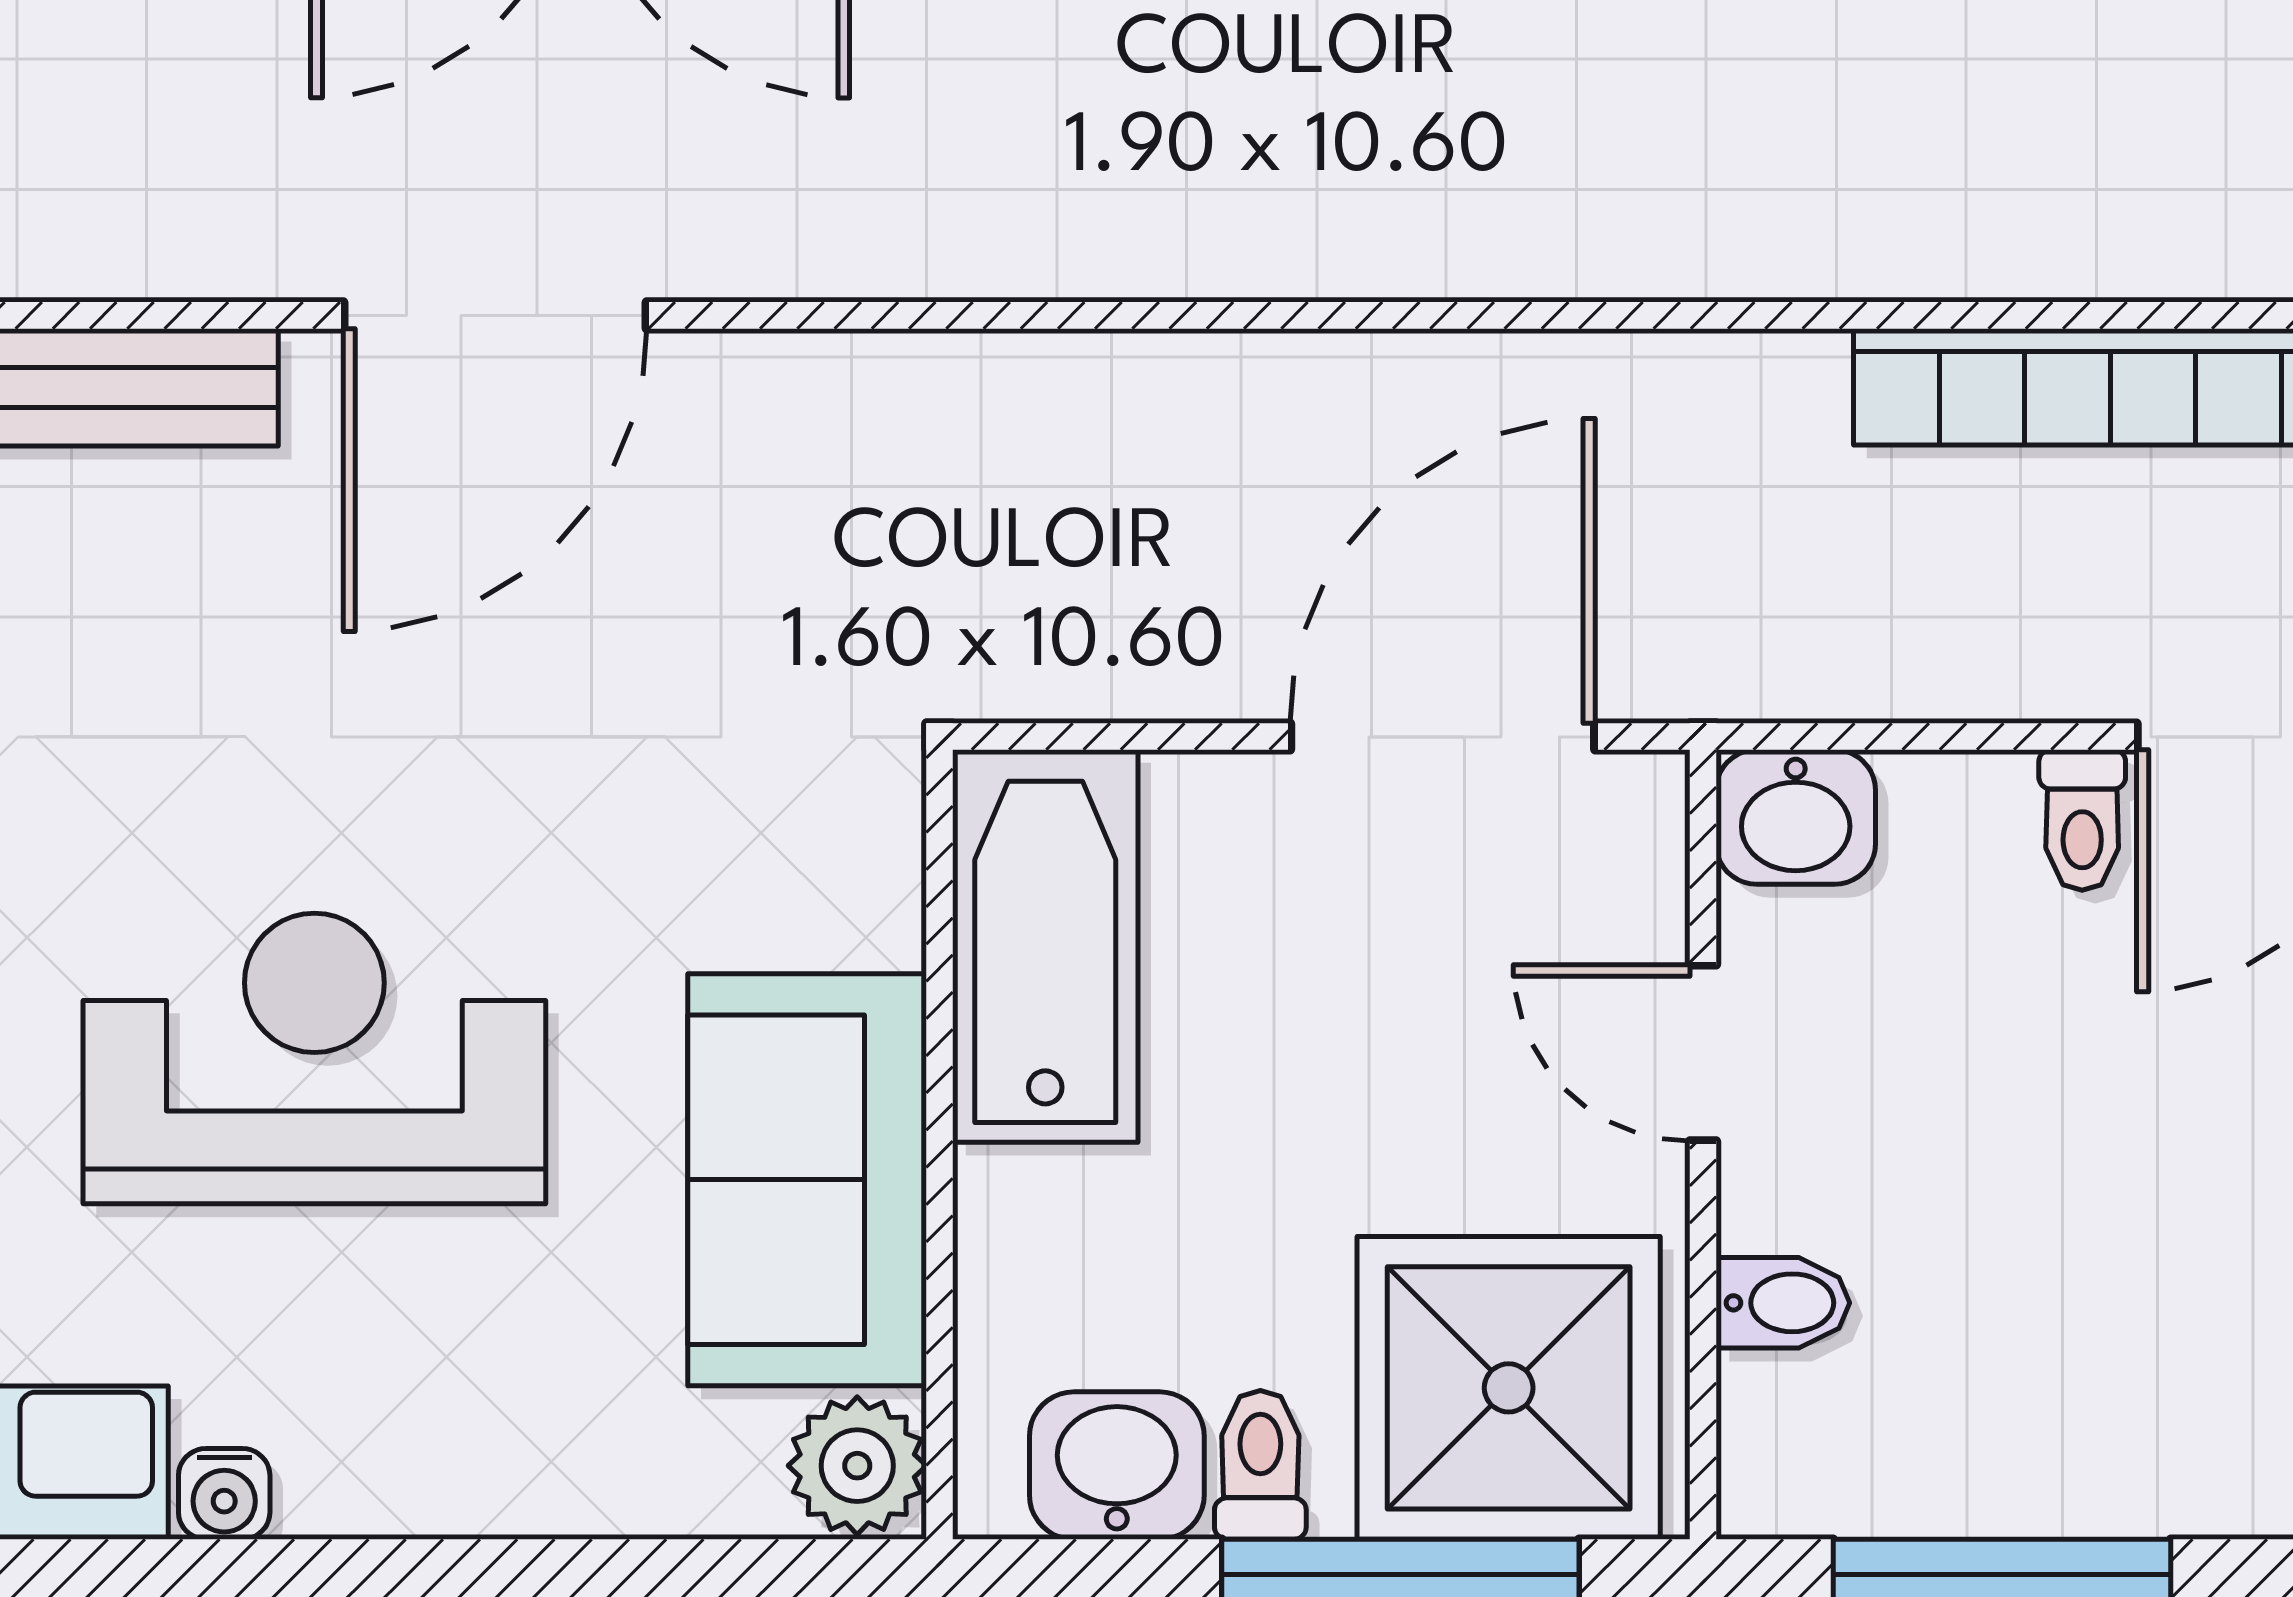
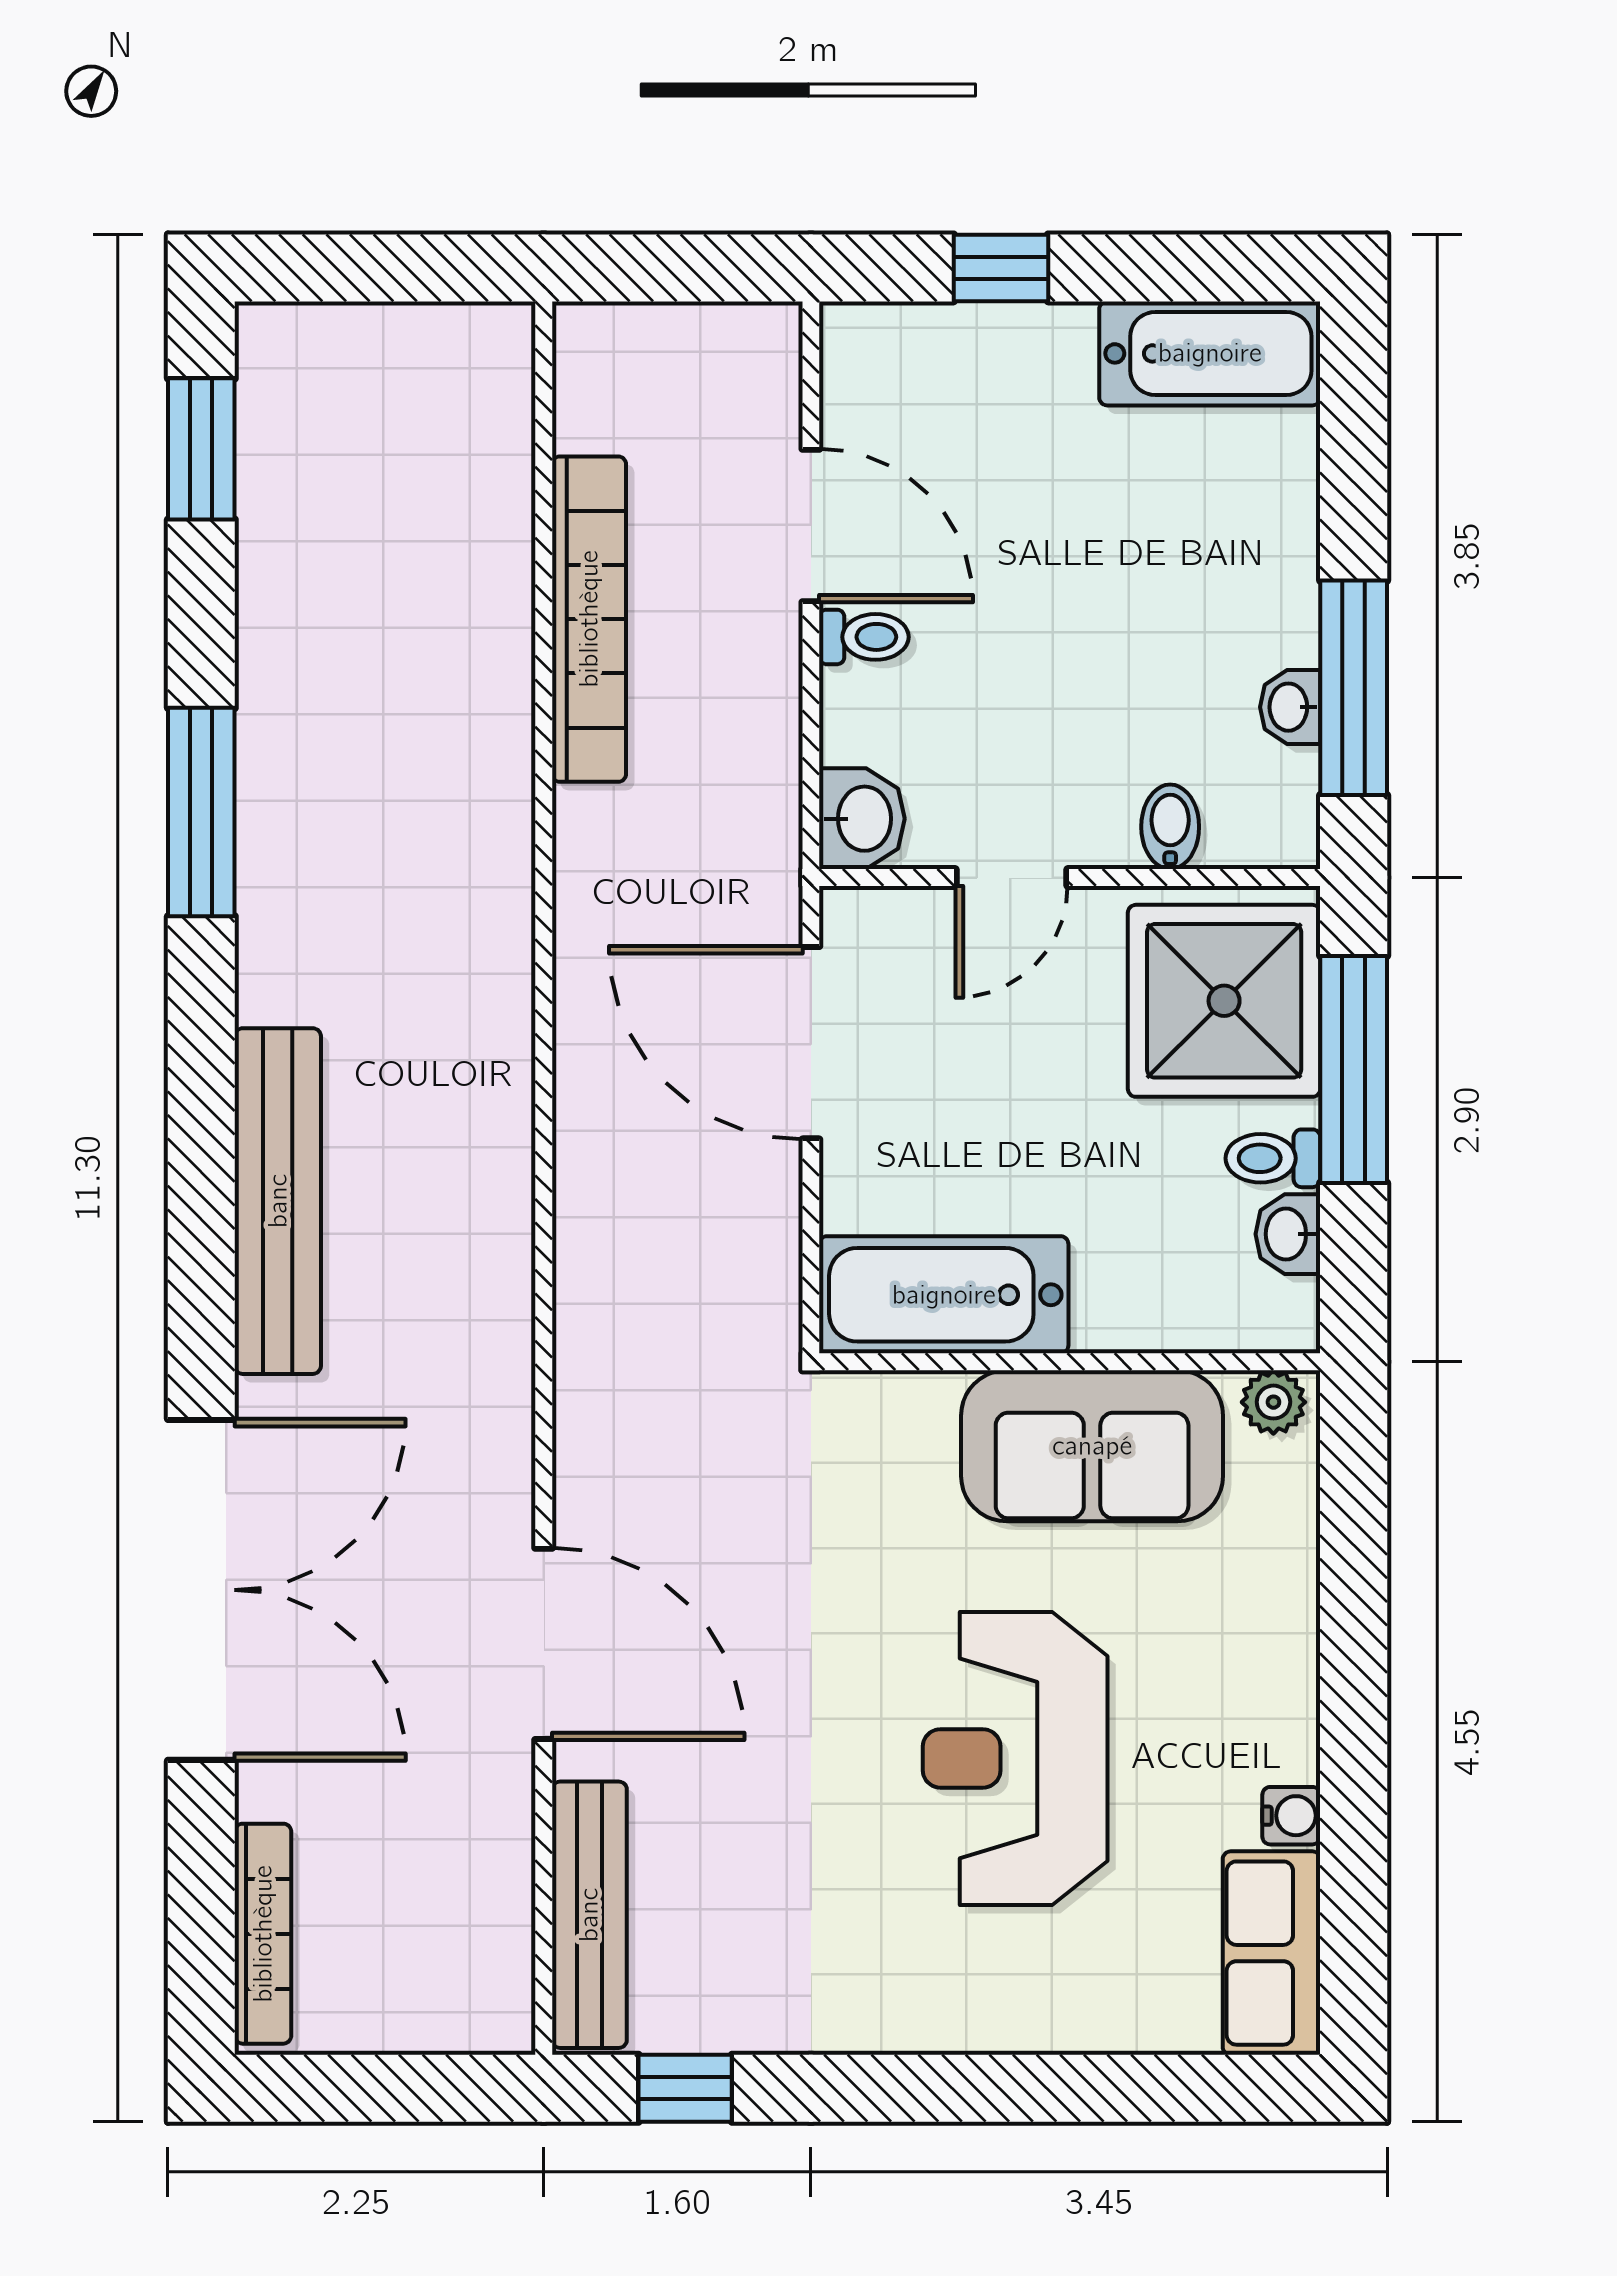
plant: (857, 1466) -> (1273, 1402), width x0.73, depth x0.73
washbasin: (1117, 1466) -> (1288, 1234), width x0.72, depth x0.69
washbasin: (1972, 1492) -> (1290, 707), added

